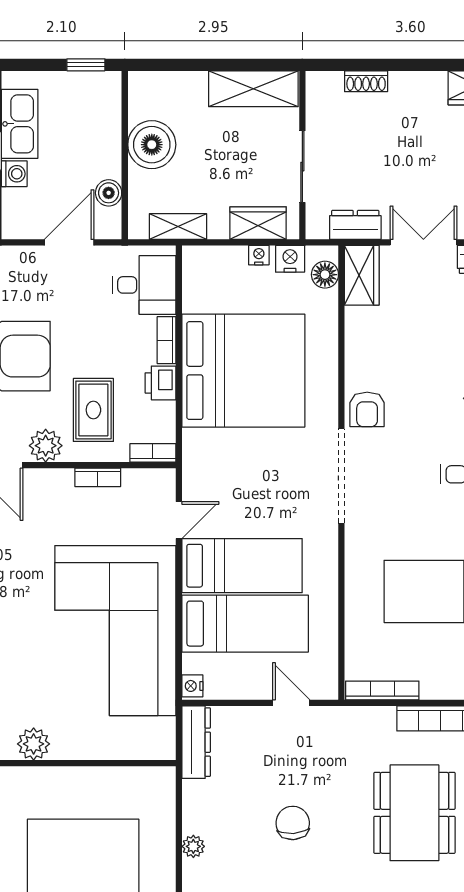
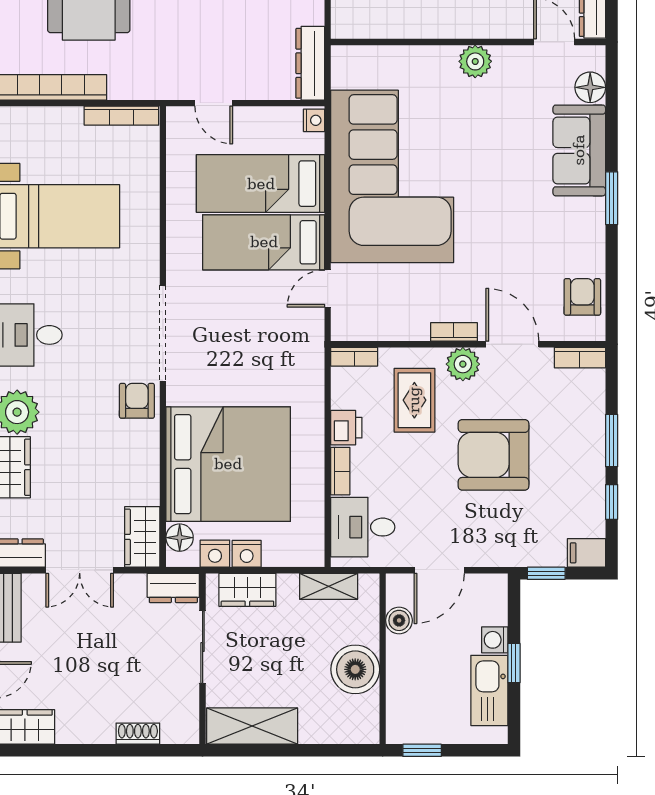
dresser: (355, 225) -> (173, 588), moved
nightstand: (259, 255) -> (247, 554), width x1.39, depth x1.35
bed: (243, 371) -> (228, 464), moved, turned 180
bookcase: (98, 477) -> (454, 332), moved

